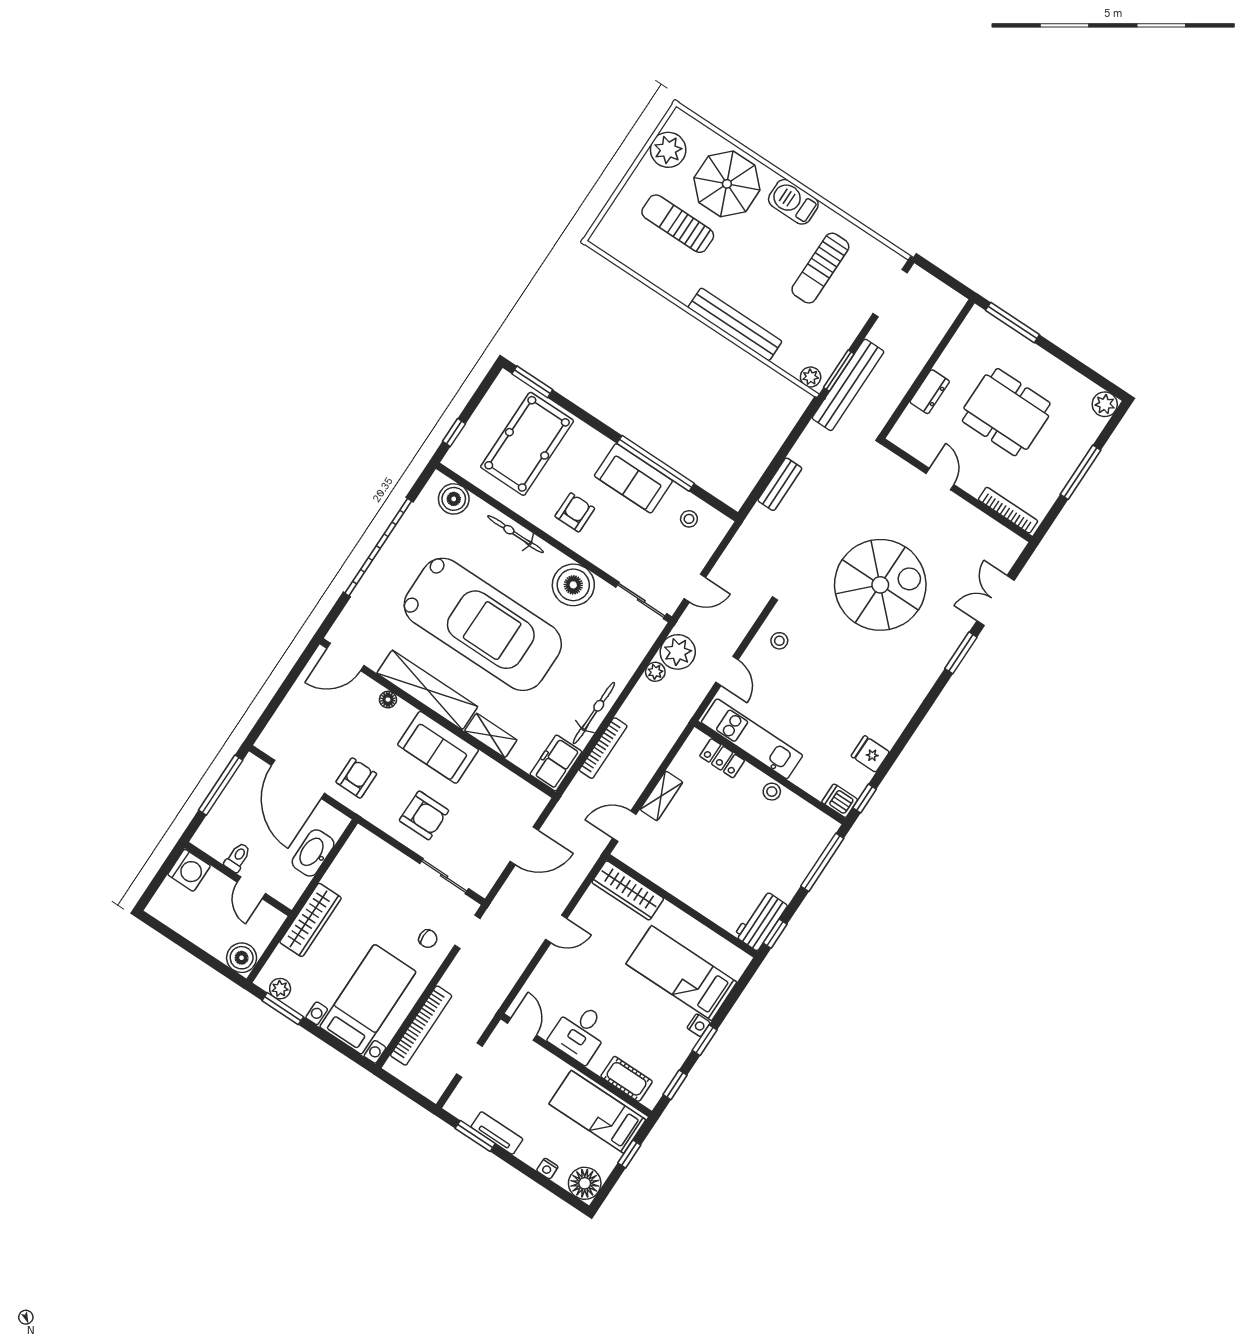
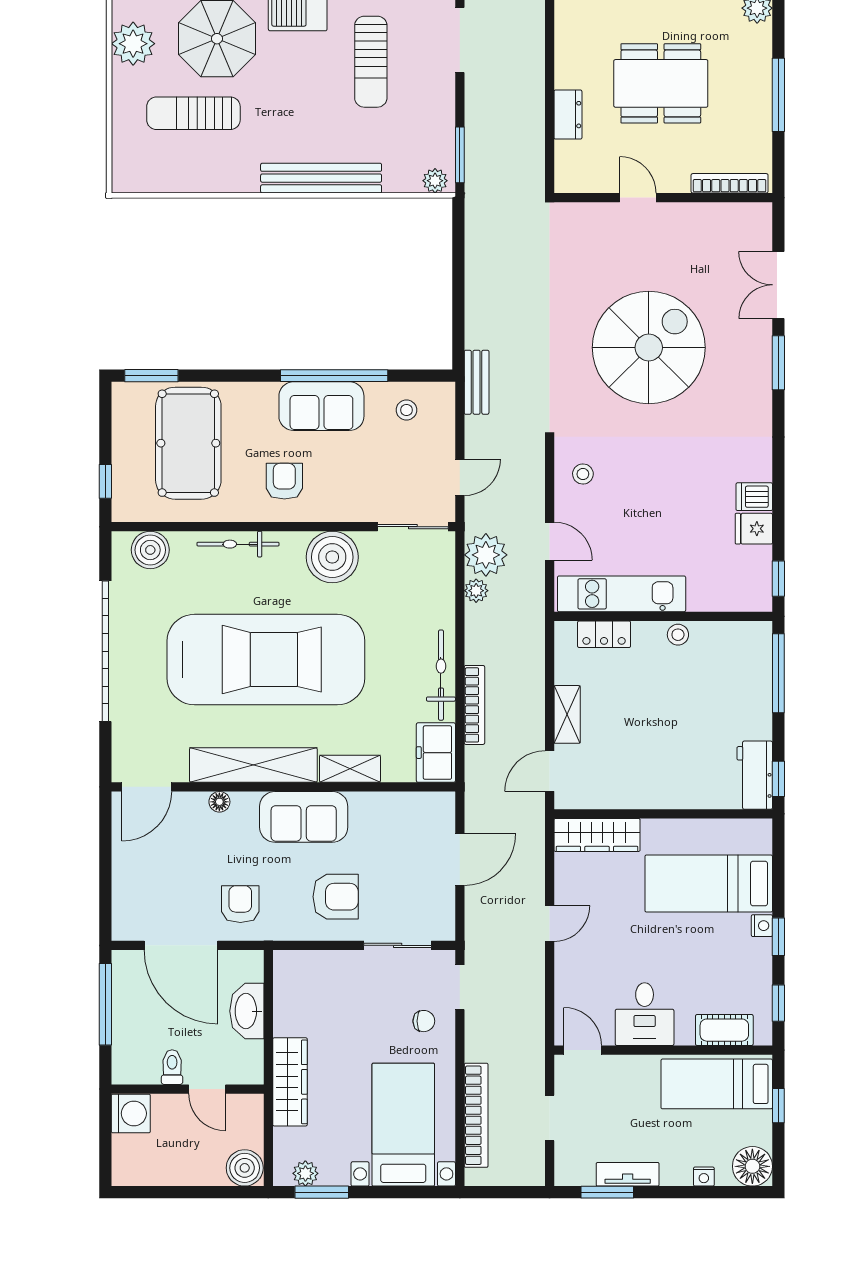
bench: (848, 385) -> (479, 163), removed
bench: (780, 484) -> (477, 382), moved
dishwasher: (840, 801) -> (754, 497), moved

